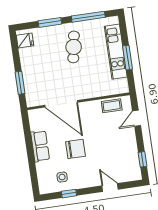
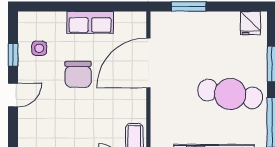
cafe table: (74, 47) -> (230, 94), width x1.37, depth x1.35
door: (110, 187) -> (13, 95), moved

